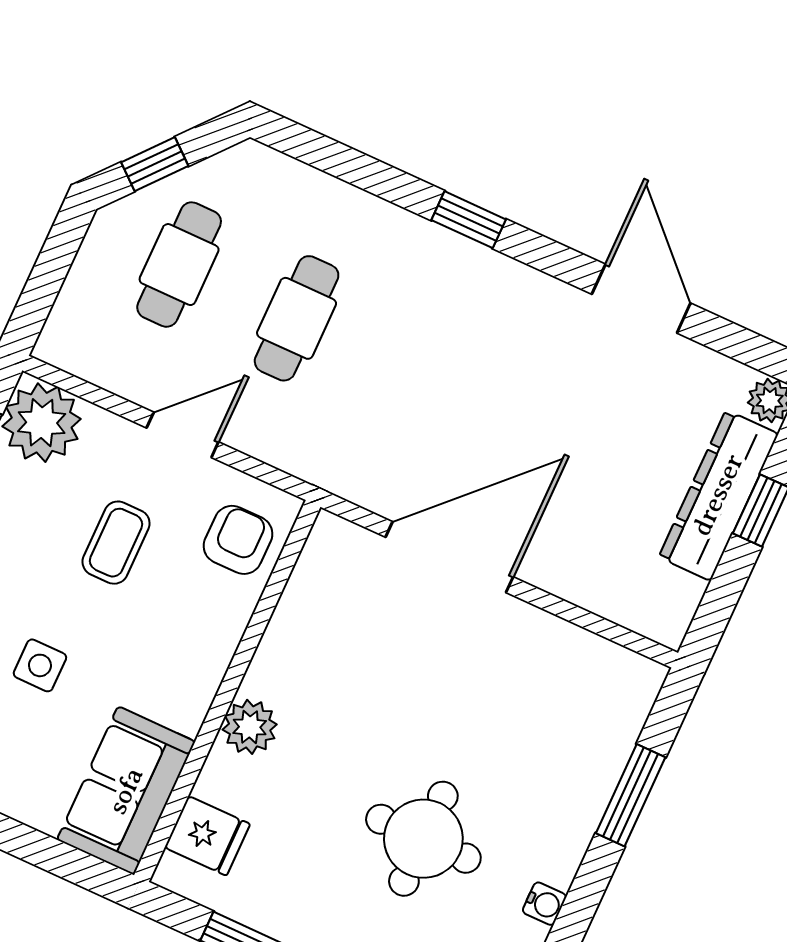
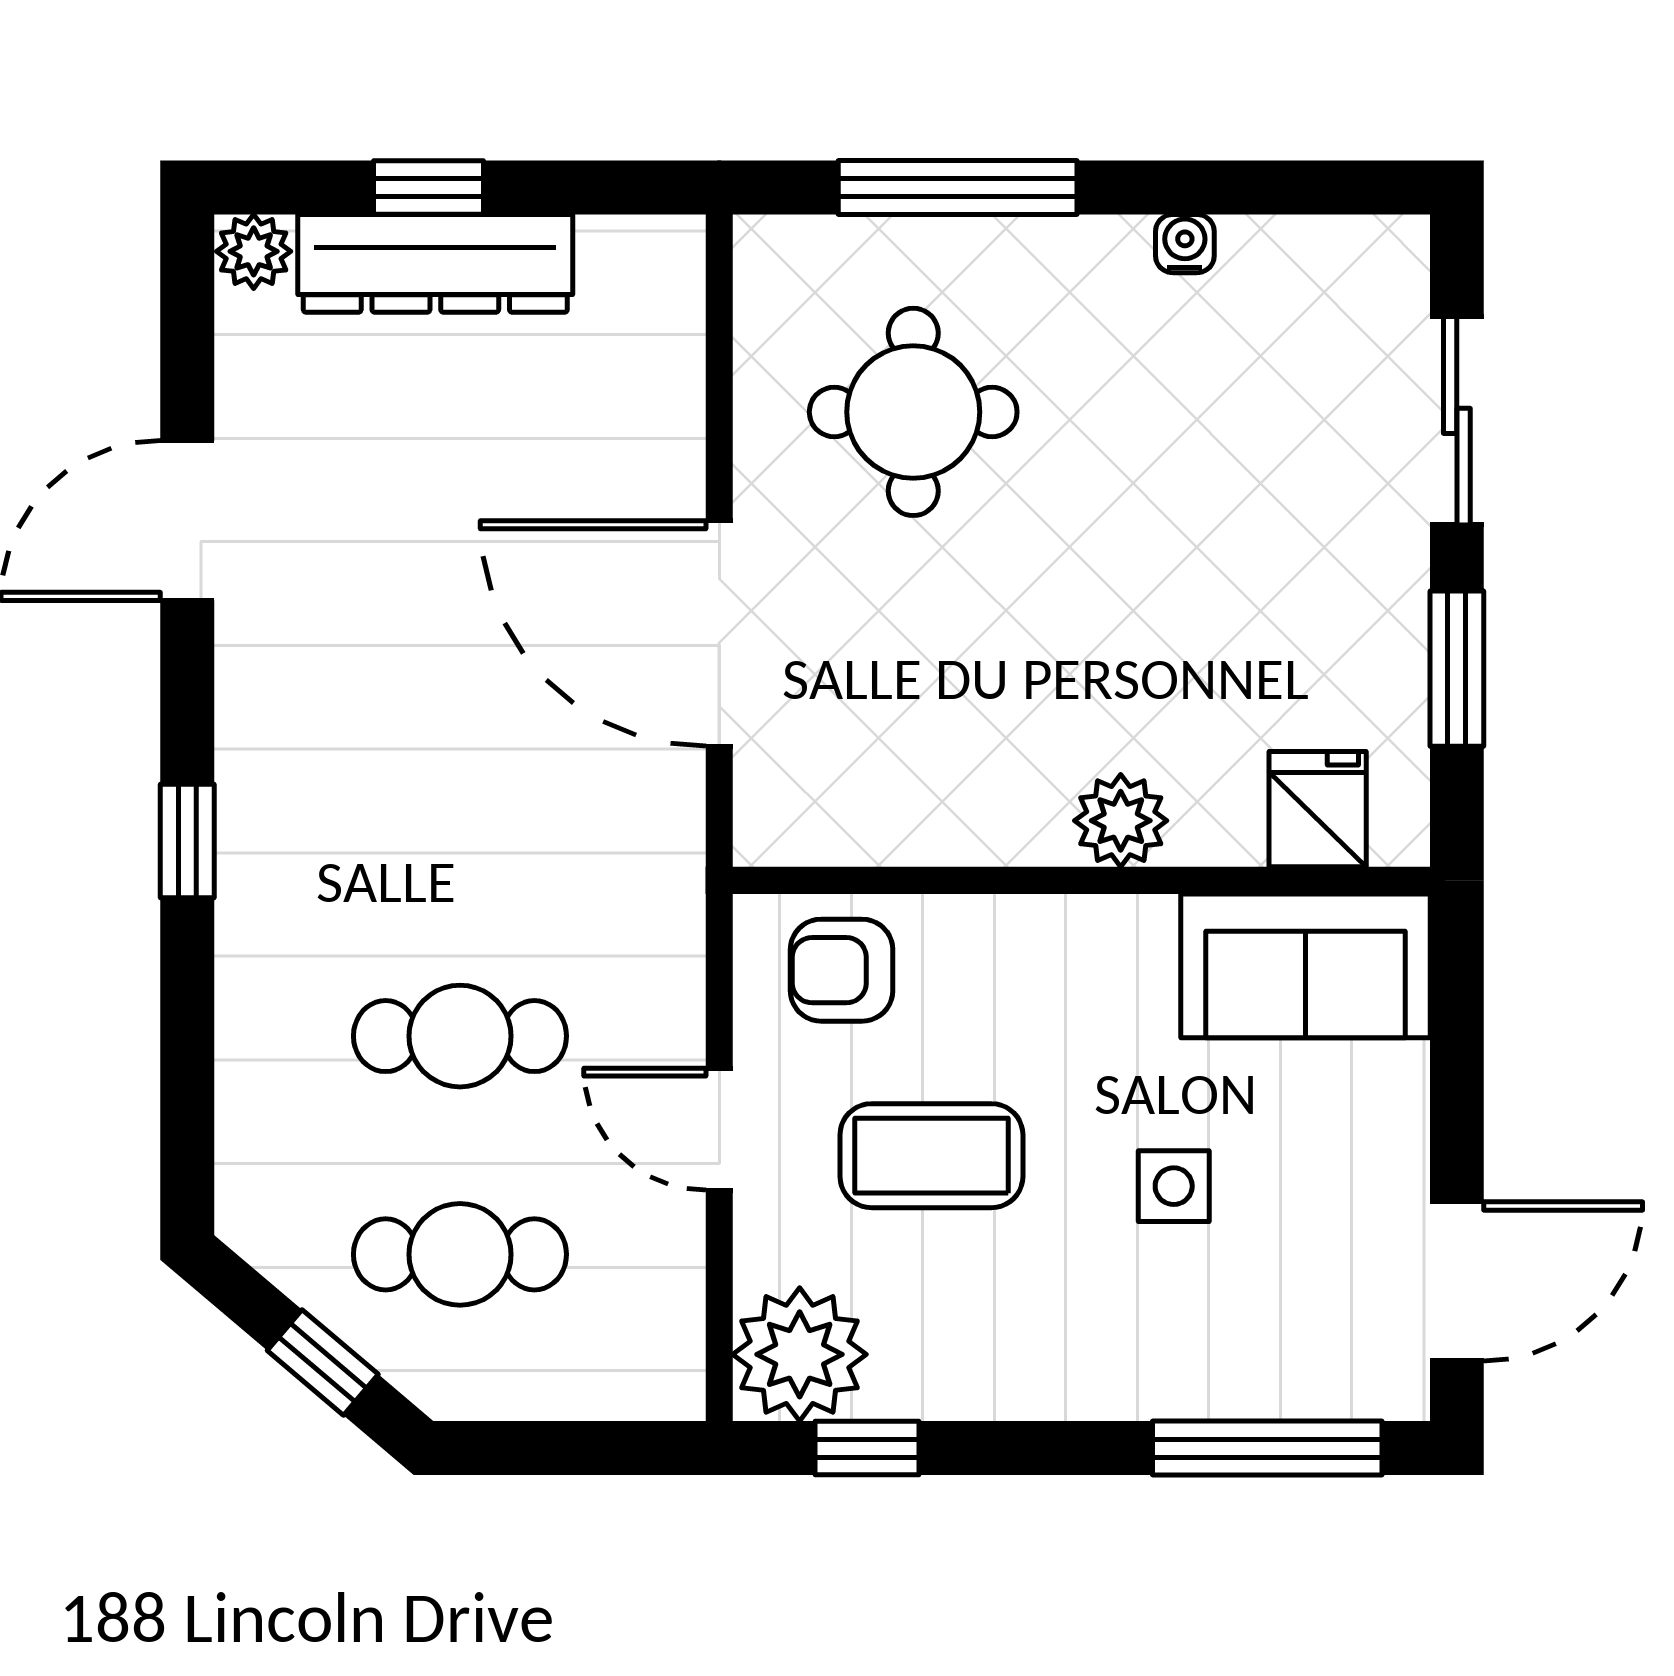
coffee table: (116, 543) -> (931, 1156), width x1.36, depth x1.30
window: (631, 795) -> (958, 187), width x1.44
round table: (423, 839) -> (913, 412), moved

